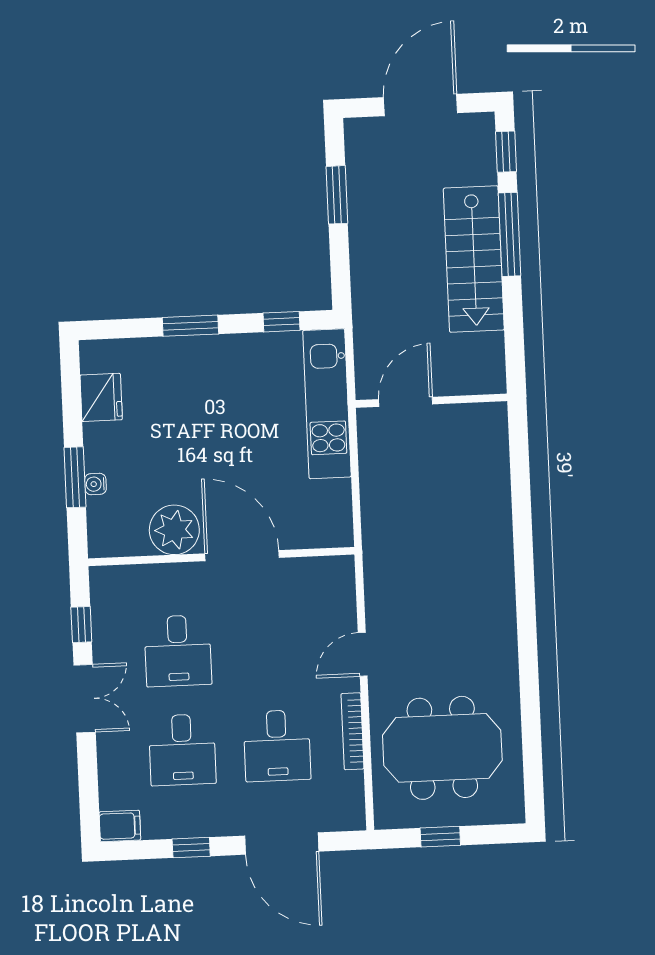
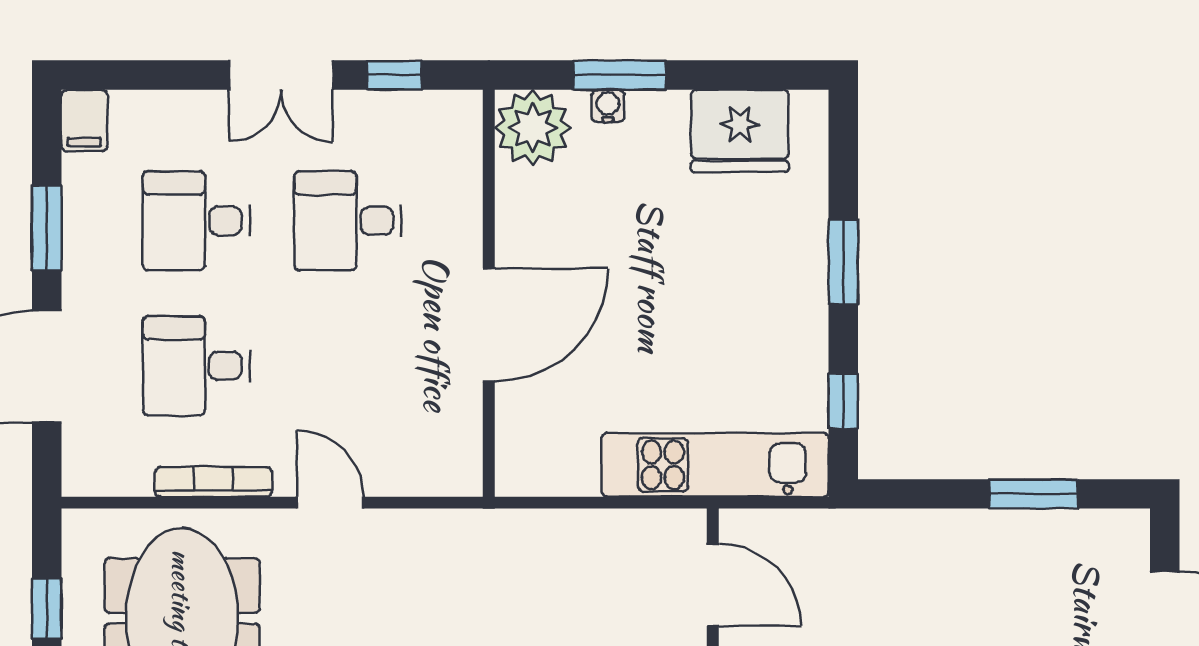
fridge: (101, 397) -> (740, 131), width x1.36, depth x1.34
plant: (174, 530) -> (533, 128), moved
window: (191, 848) -> (47, 228), width x1.50

